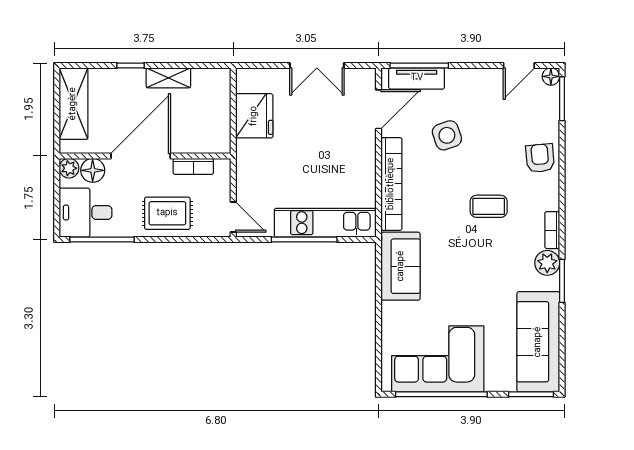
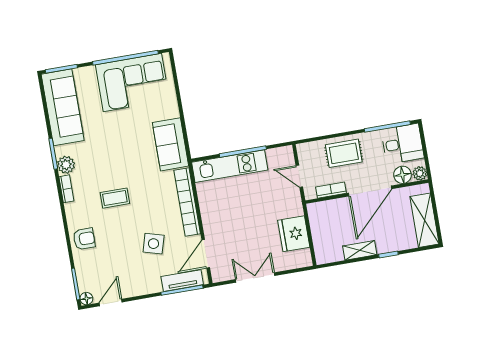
side table: (447, 135) -> (154, 244), turned 35
armchair: (540, 158) -> (84, 239), turned -85
door: (233, 217) -> (299, 176), moved

